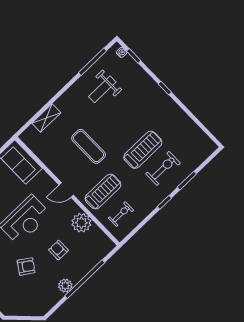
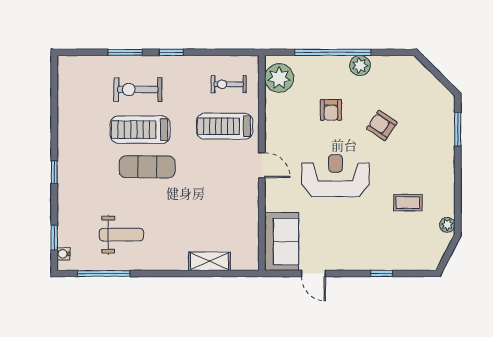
exercise mat: (89, 146) -> (147, 167), moved, turned 90
plant: (81, 223) -> (279, 78), moved

